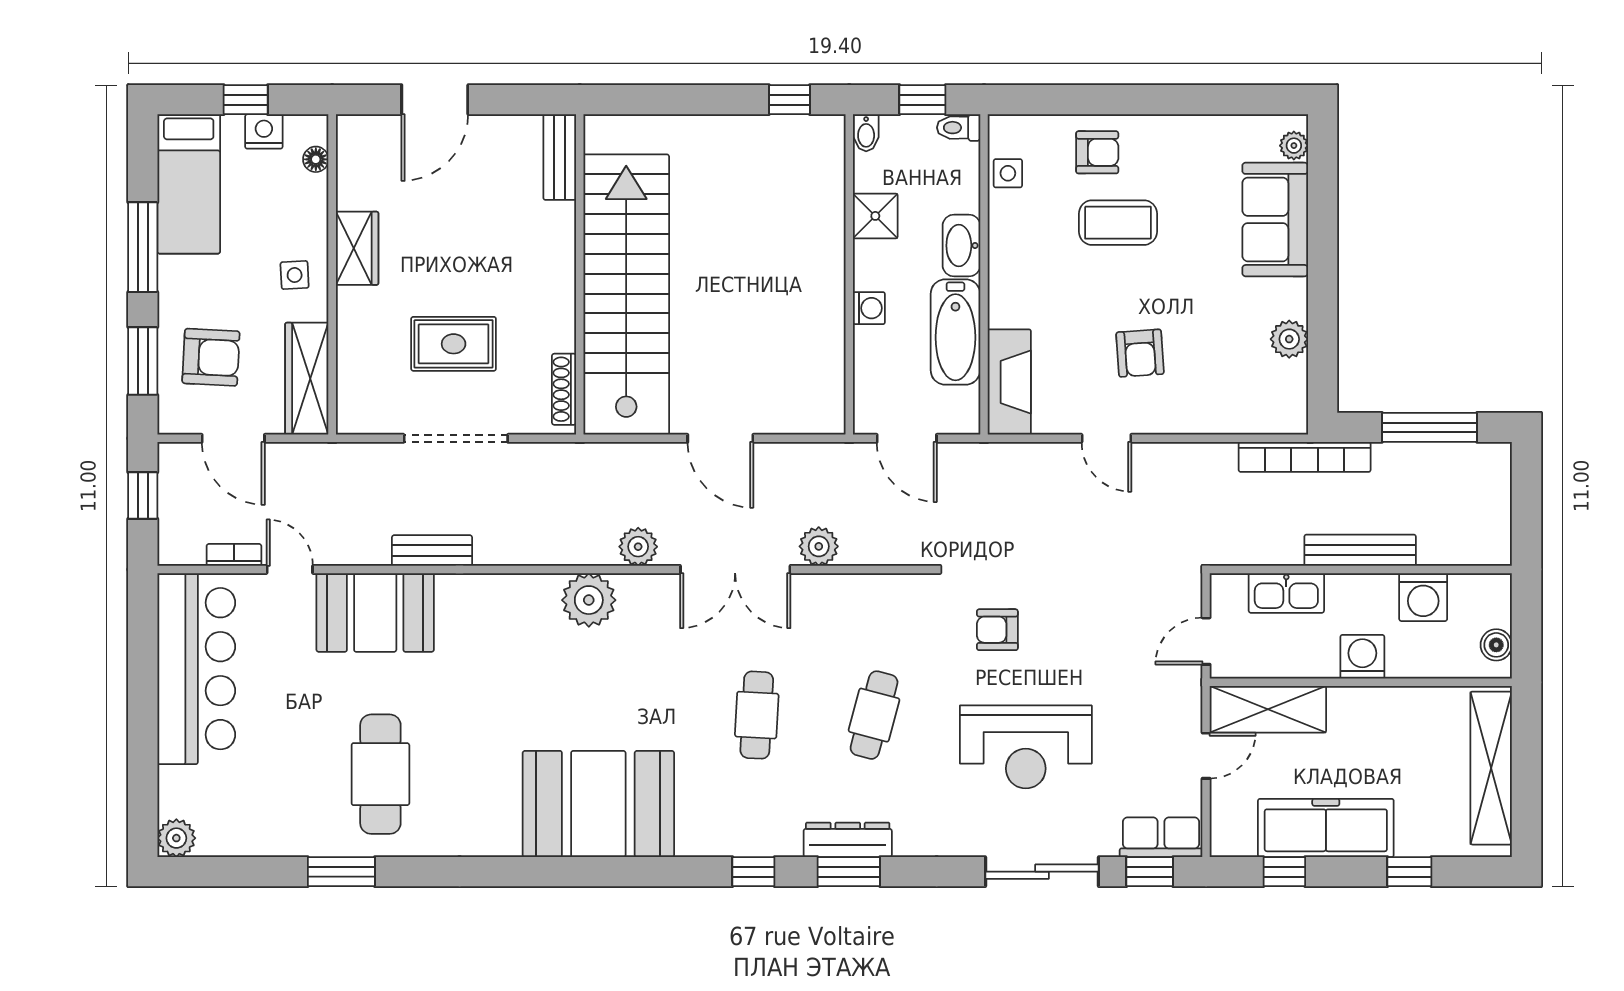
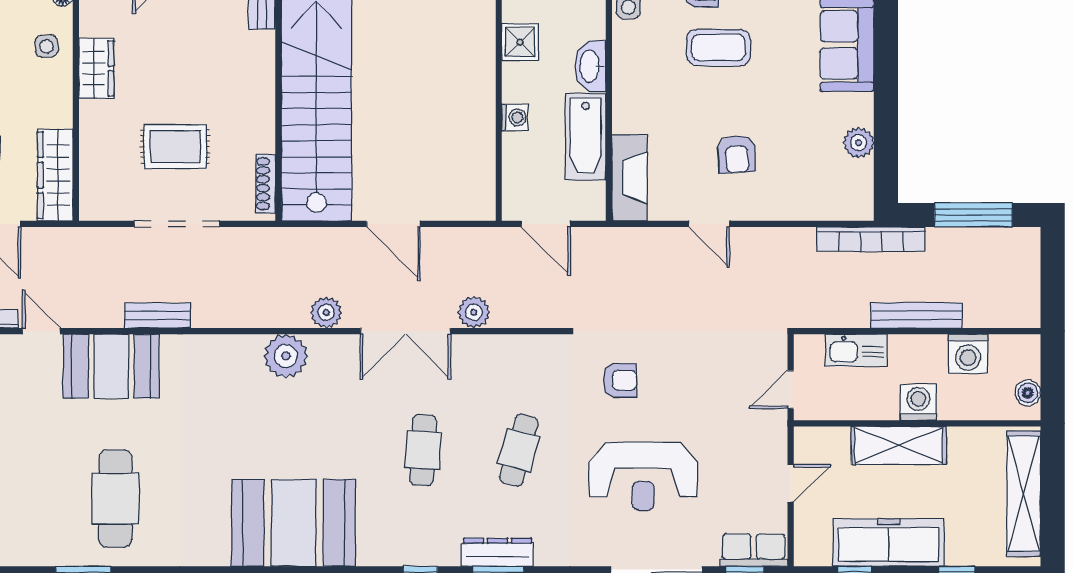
side table: (295, 275) -> (47, 46), moved
armchair: (997, 630) -> (620, 380), turned 180
shelving: (1268, 709) -> (899, 445), moved

